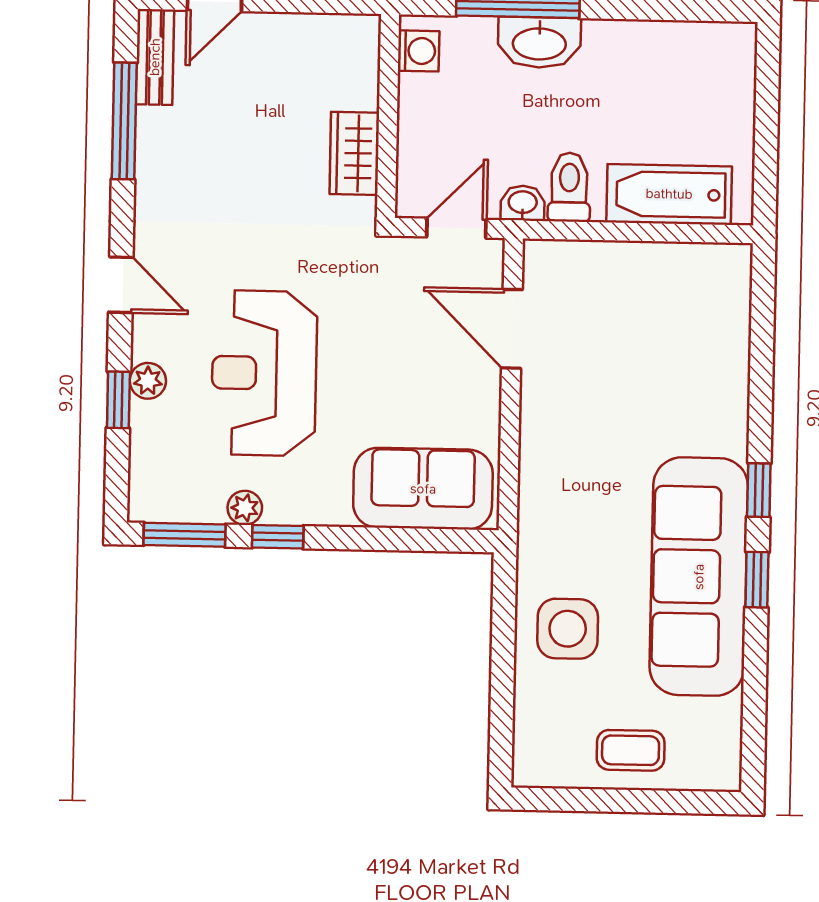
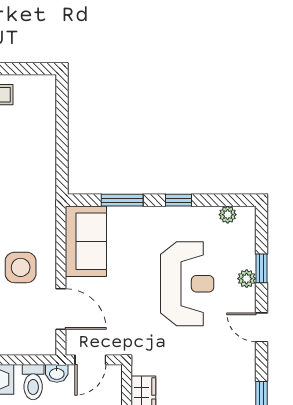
sofa: (423, 489) -> (86, 241), moved, turned -90
plant: (245, 508) -> (228, 215), moved
window: (184, 535) -> (122, 200), moved
side table: (568, 629) -> (21, 267), moved

